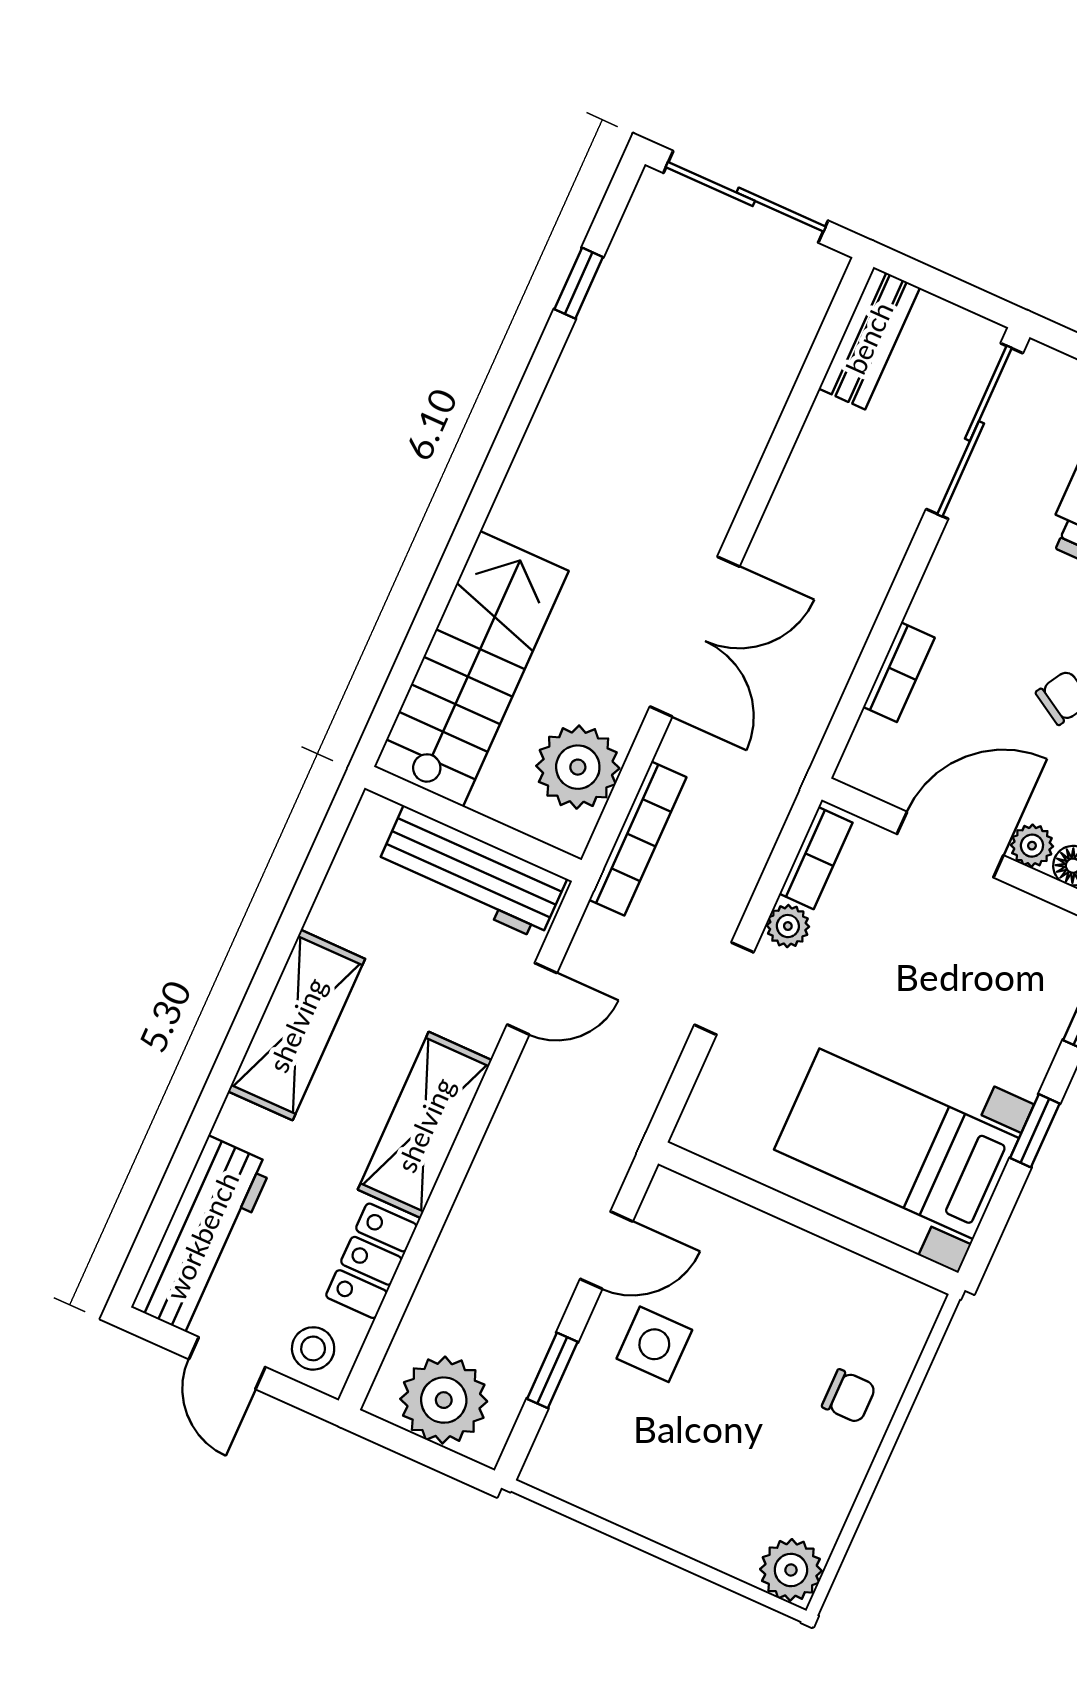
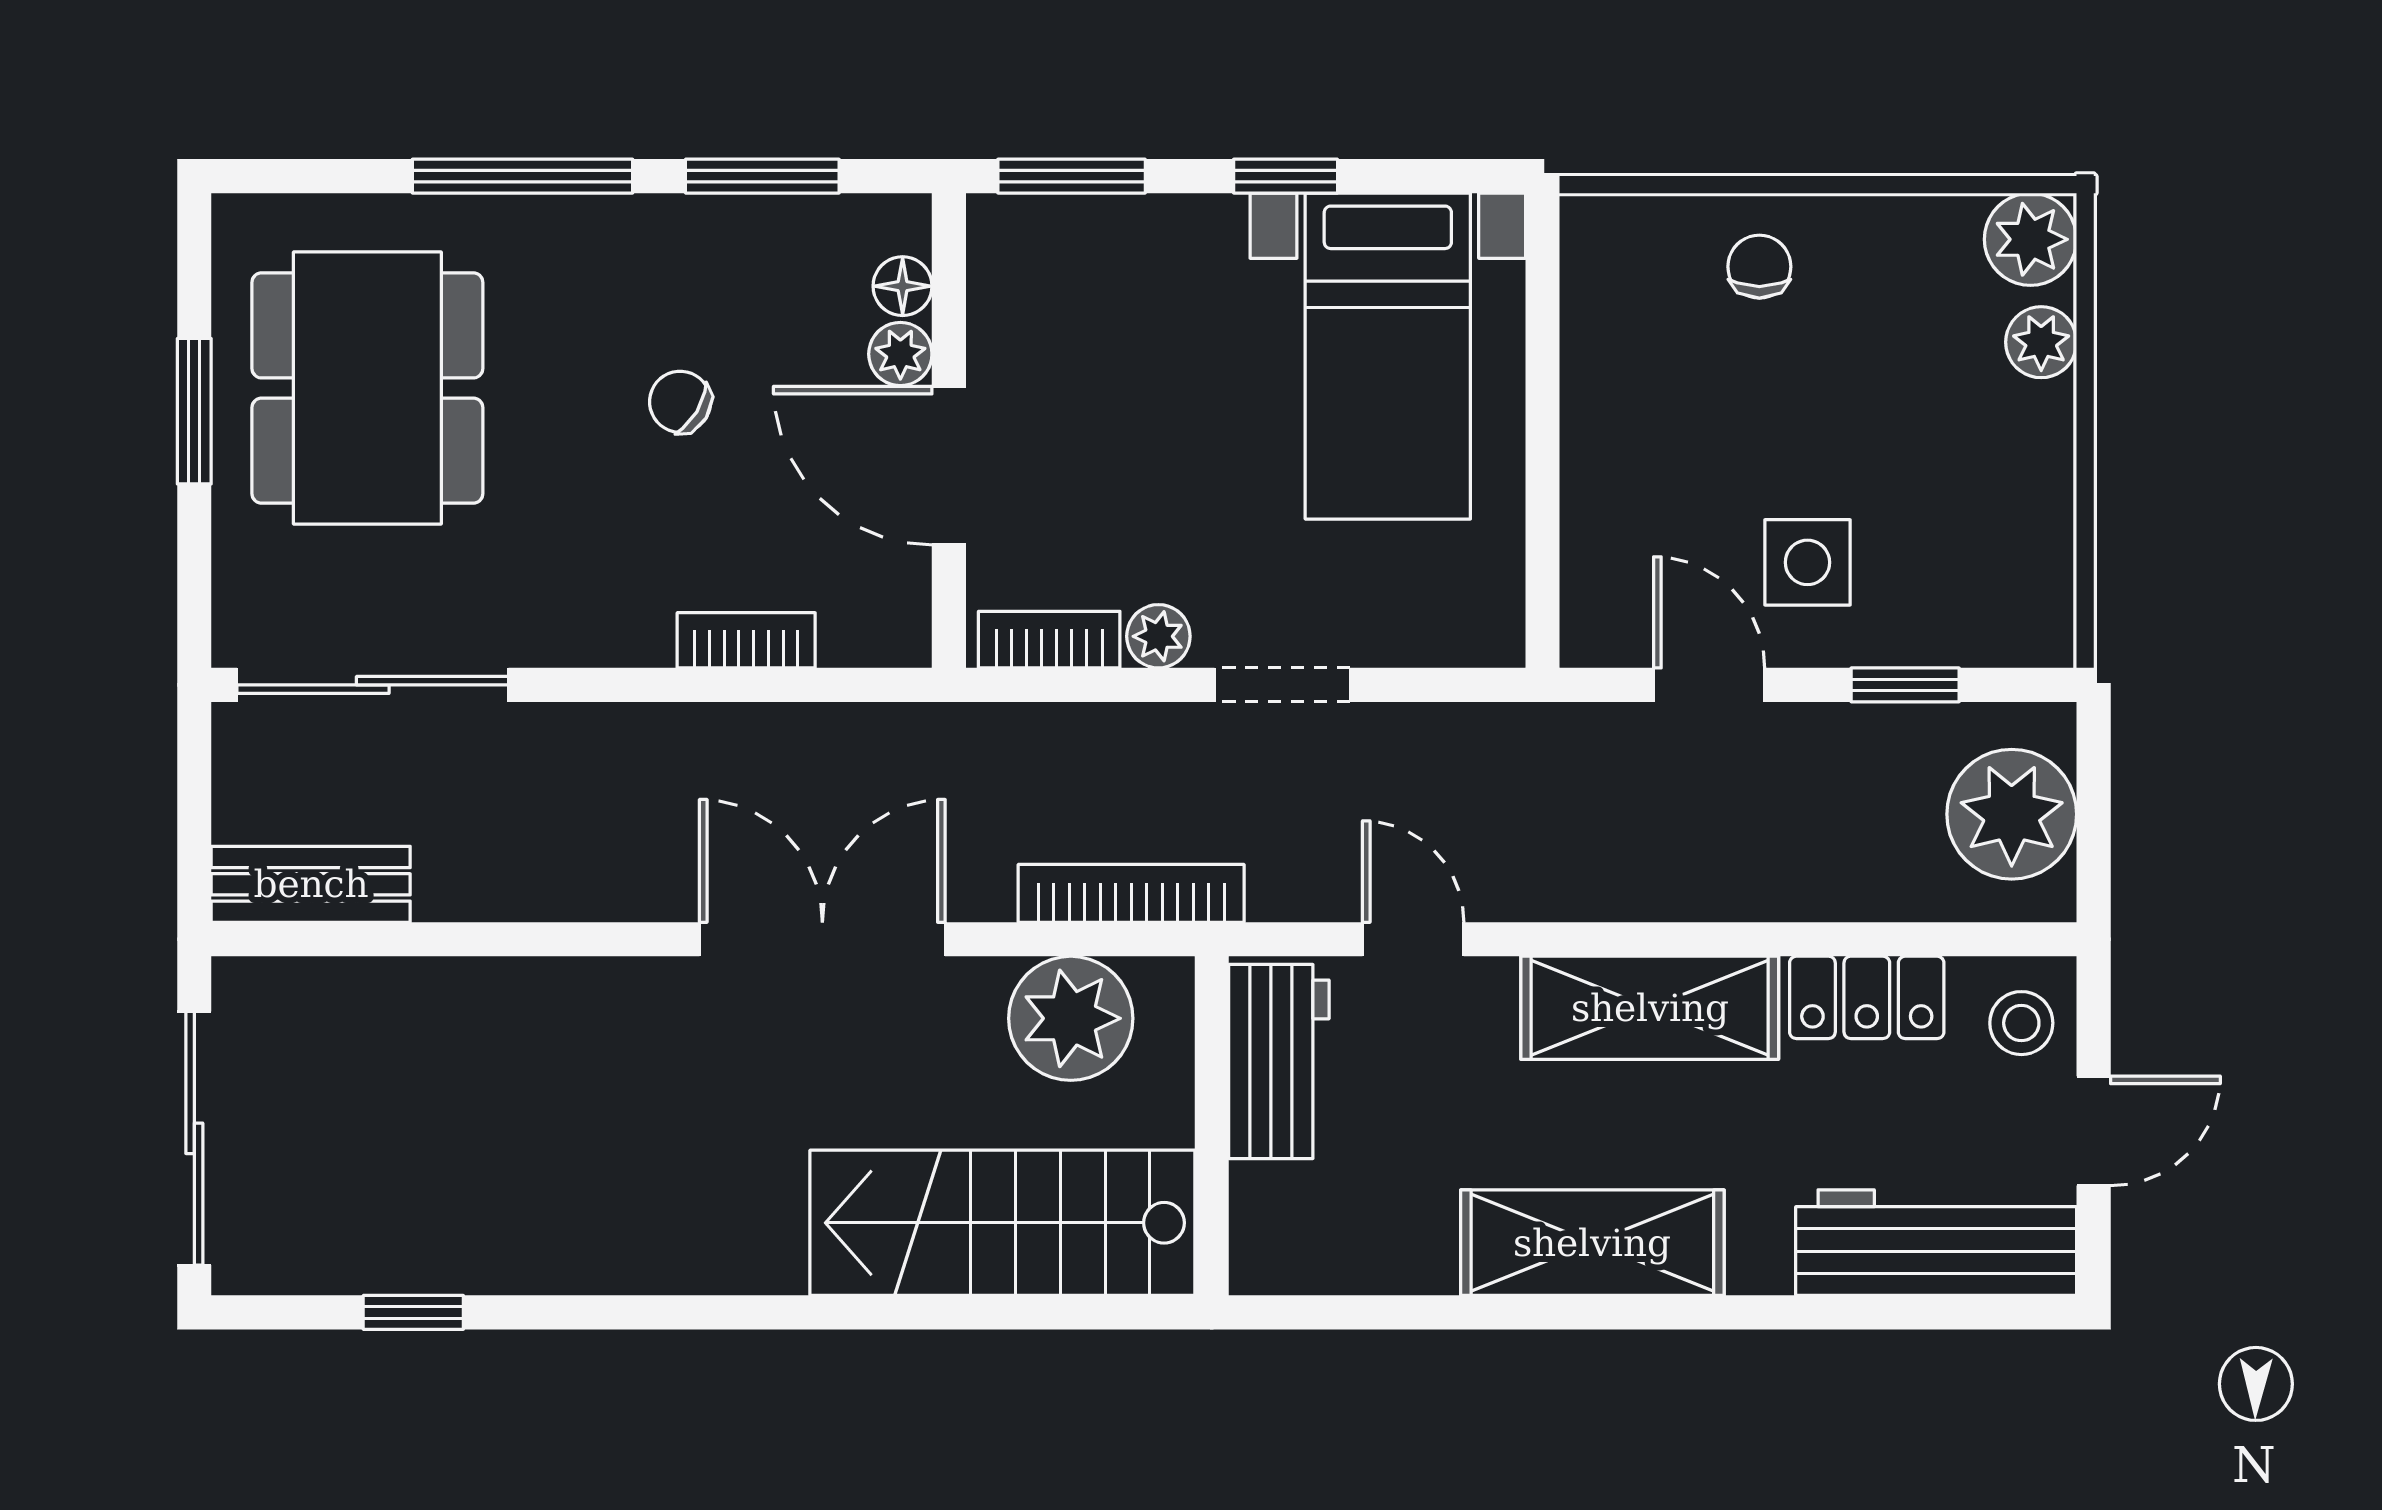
workbench: (472, 873) -> (1279, 1062), width x0.73
plant: (725, 1548) -> (2041, 342), added

